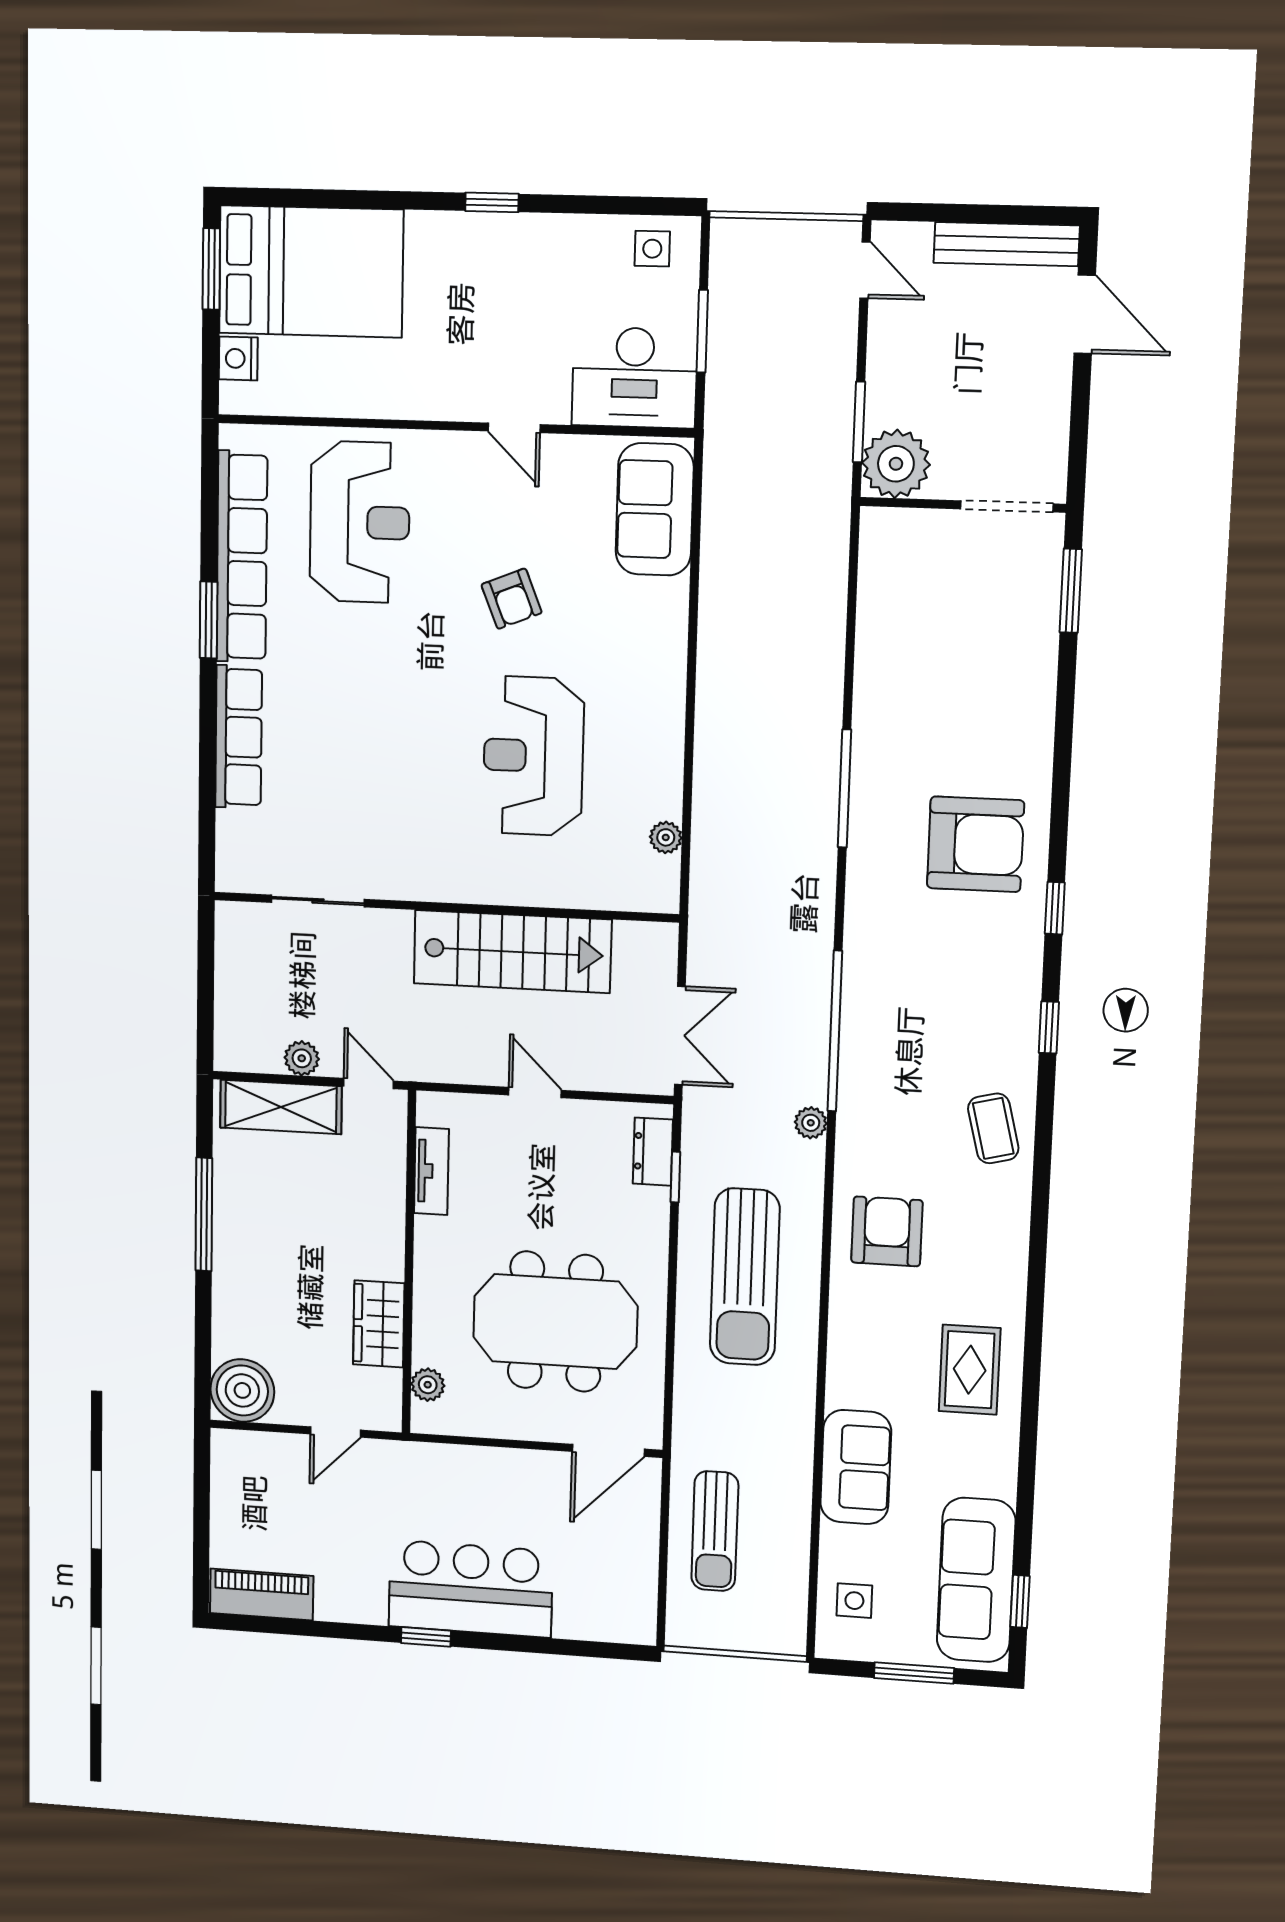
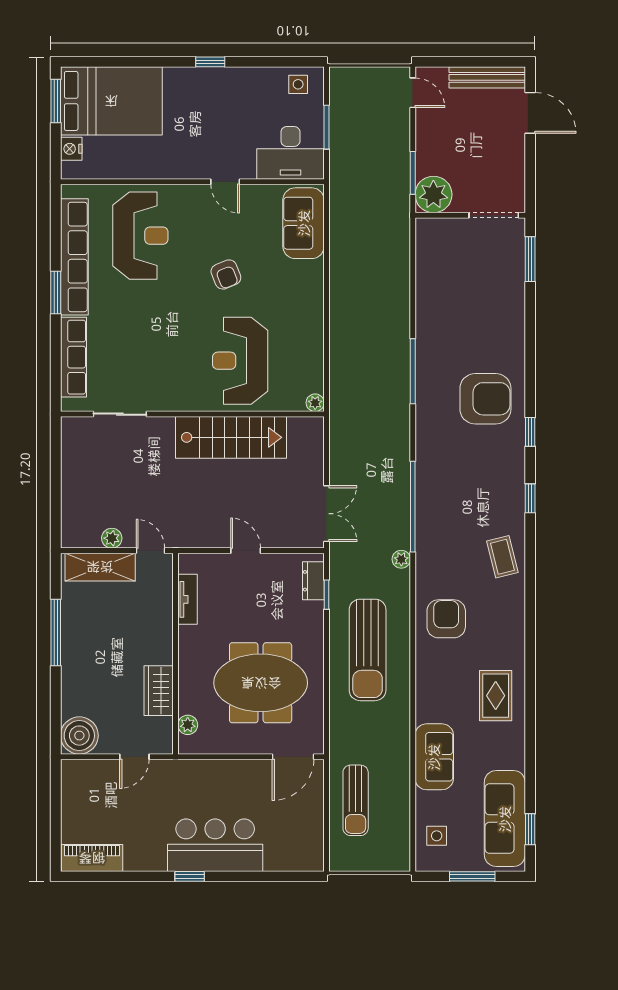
sliding door: (318, 901) -> (120, 414), moved
wall: (445, 907) -> (192, 414), moved
stairs: (512, 952) -> (231, 437), moved

